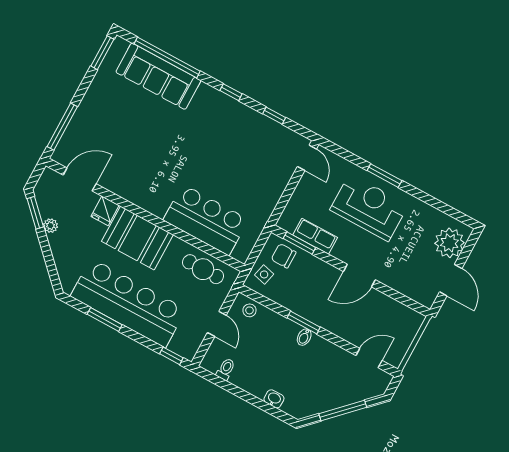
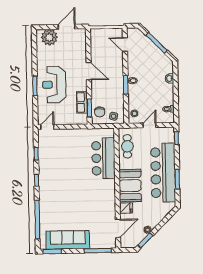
sofa: (158, 76) -> (68, 240), moved, turned -90
door: (80, 179) -> (118, 228), swing flipped

